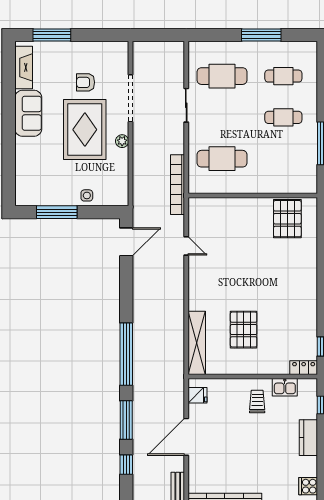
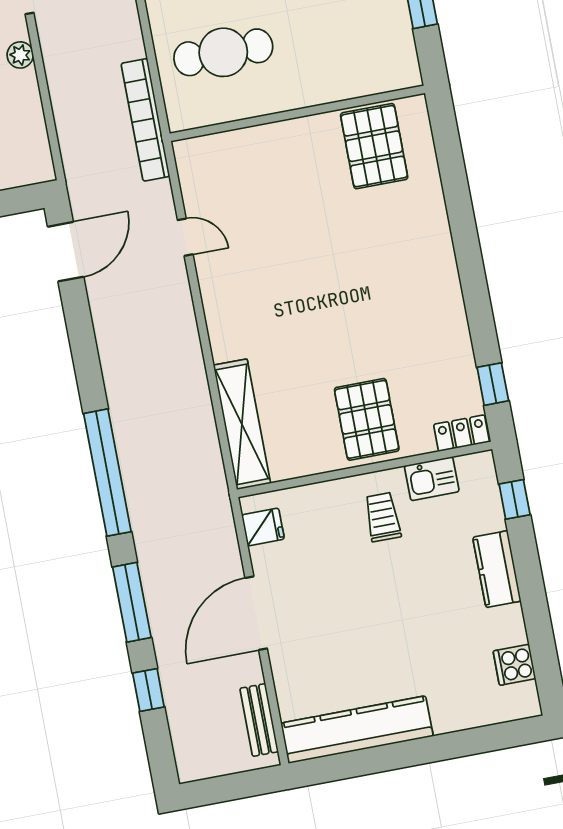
pallet: (244, 330) -> (367, 419), moved

